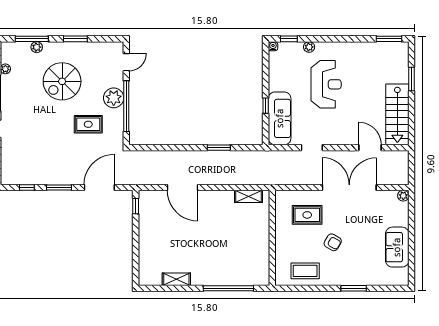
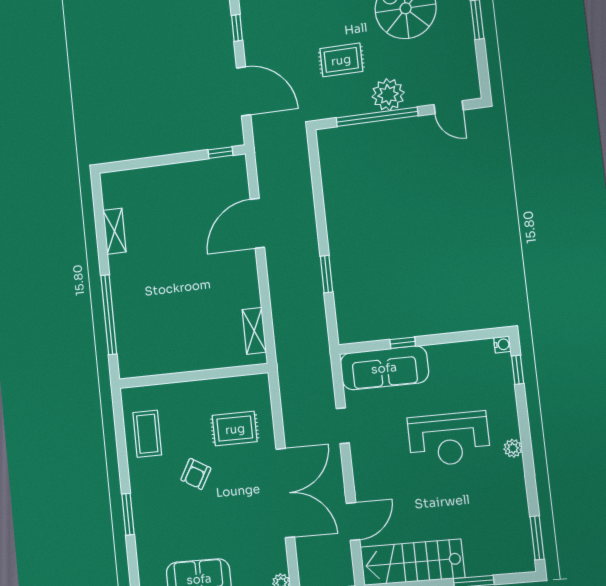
plant: (309, 47) -> (513, 448), moved
rug: (88, 124) -> (341, 60), turned 90
window: (59, 187) -> (237, 28), width x0.67
rug: (307, 215) -> (235, 429), turned 90

